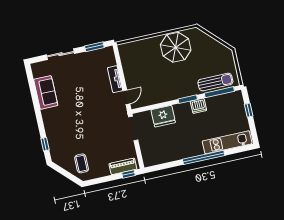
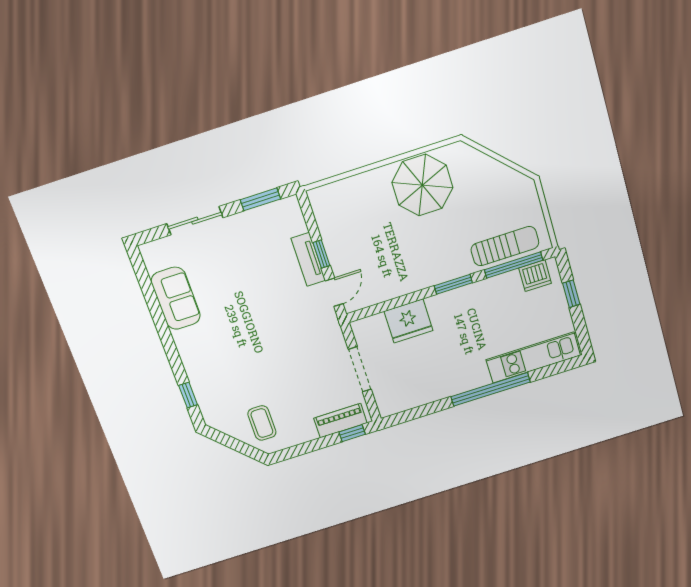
window: (122, 77) -> (321, 254), added
dishwasher: (198, 106) -> (535, 276), moved
doorway: (133, 128) -> (360, 369), moved

